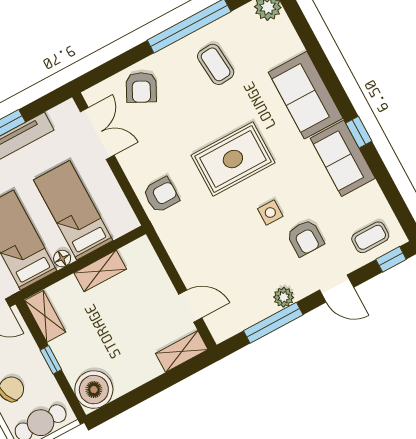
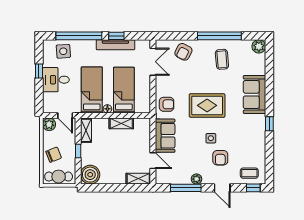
sofa: (343, 158) -> (165, 136), moved, turned 180

